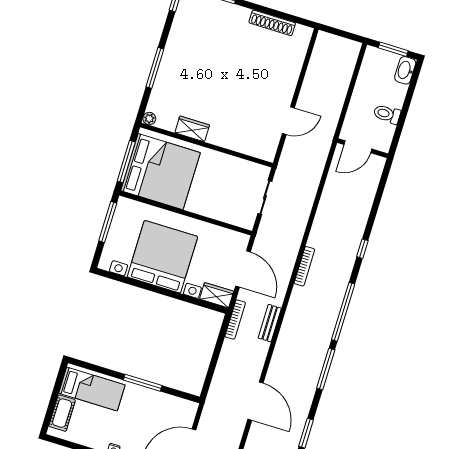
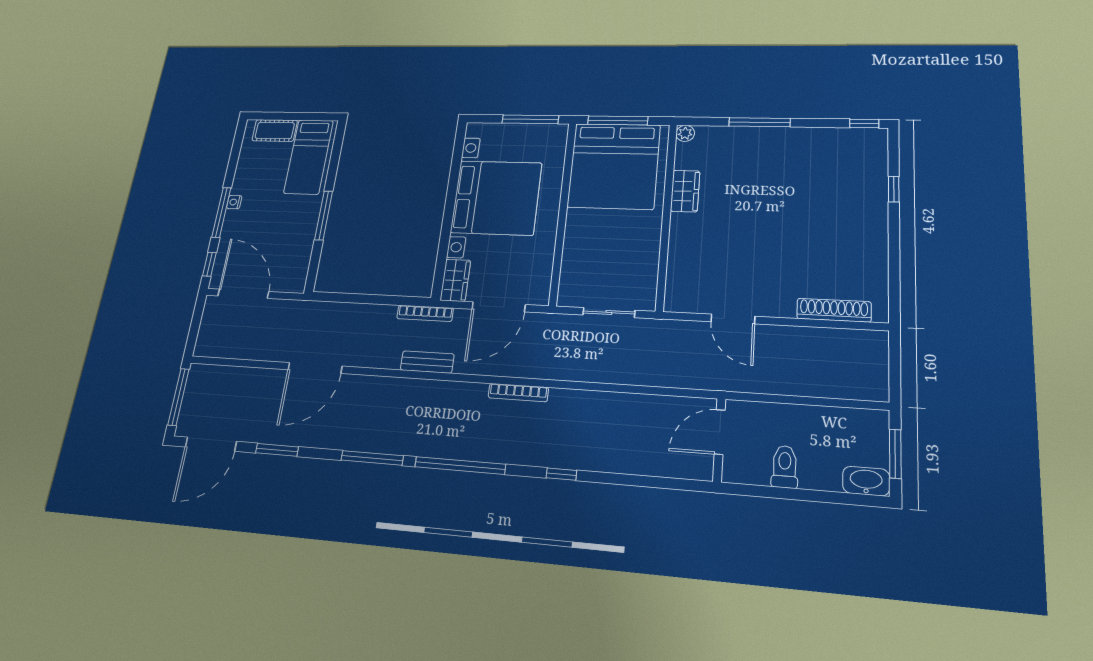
shoe rack: (272, 23) -> (834, 310), moved, turned 90
door: (358, 147) -> (720, 432), hinge flipped

